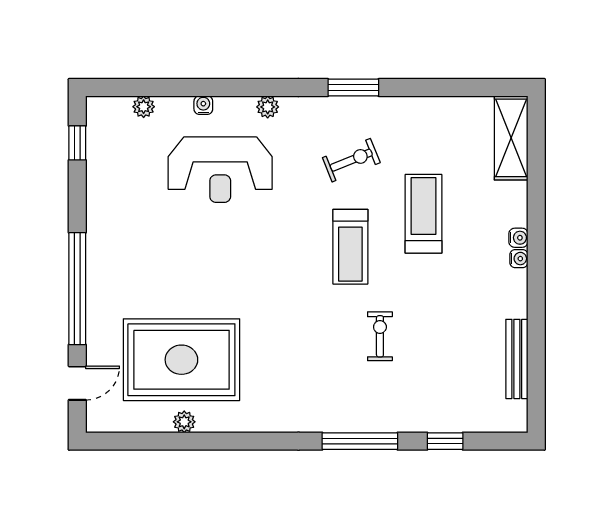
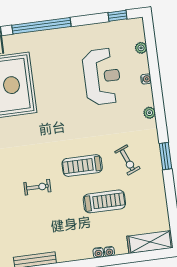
reception desk: (220, 170) -> (102, 77), moved, turned 180
water cooler: (519, 259) -> (109, 251), moved

